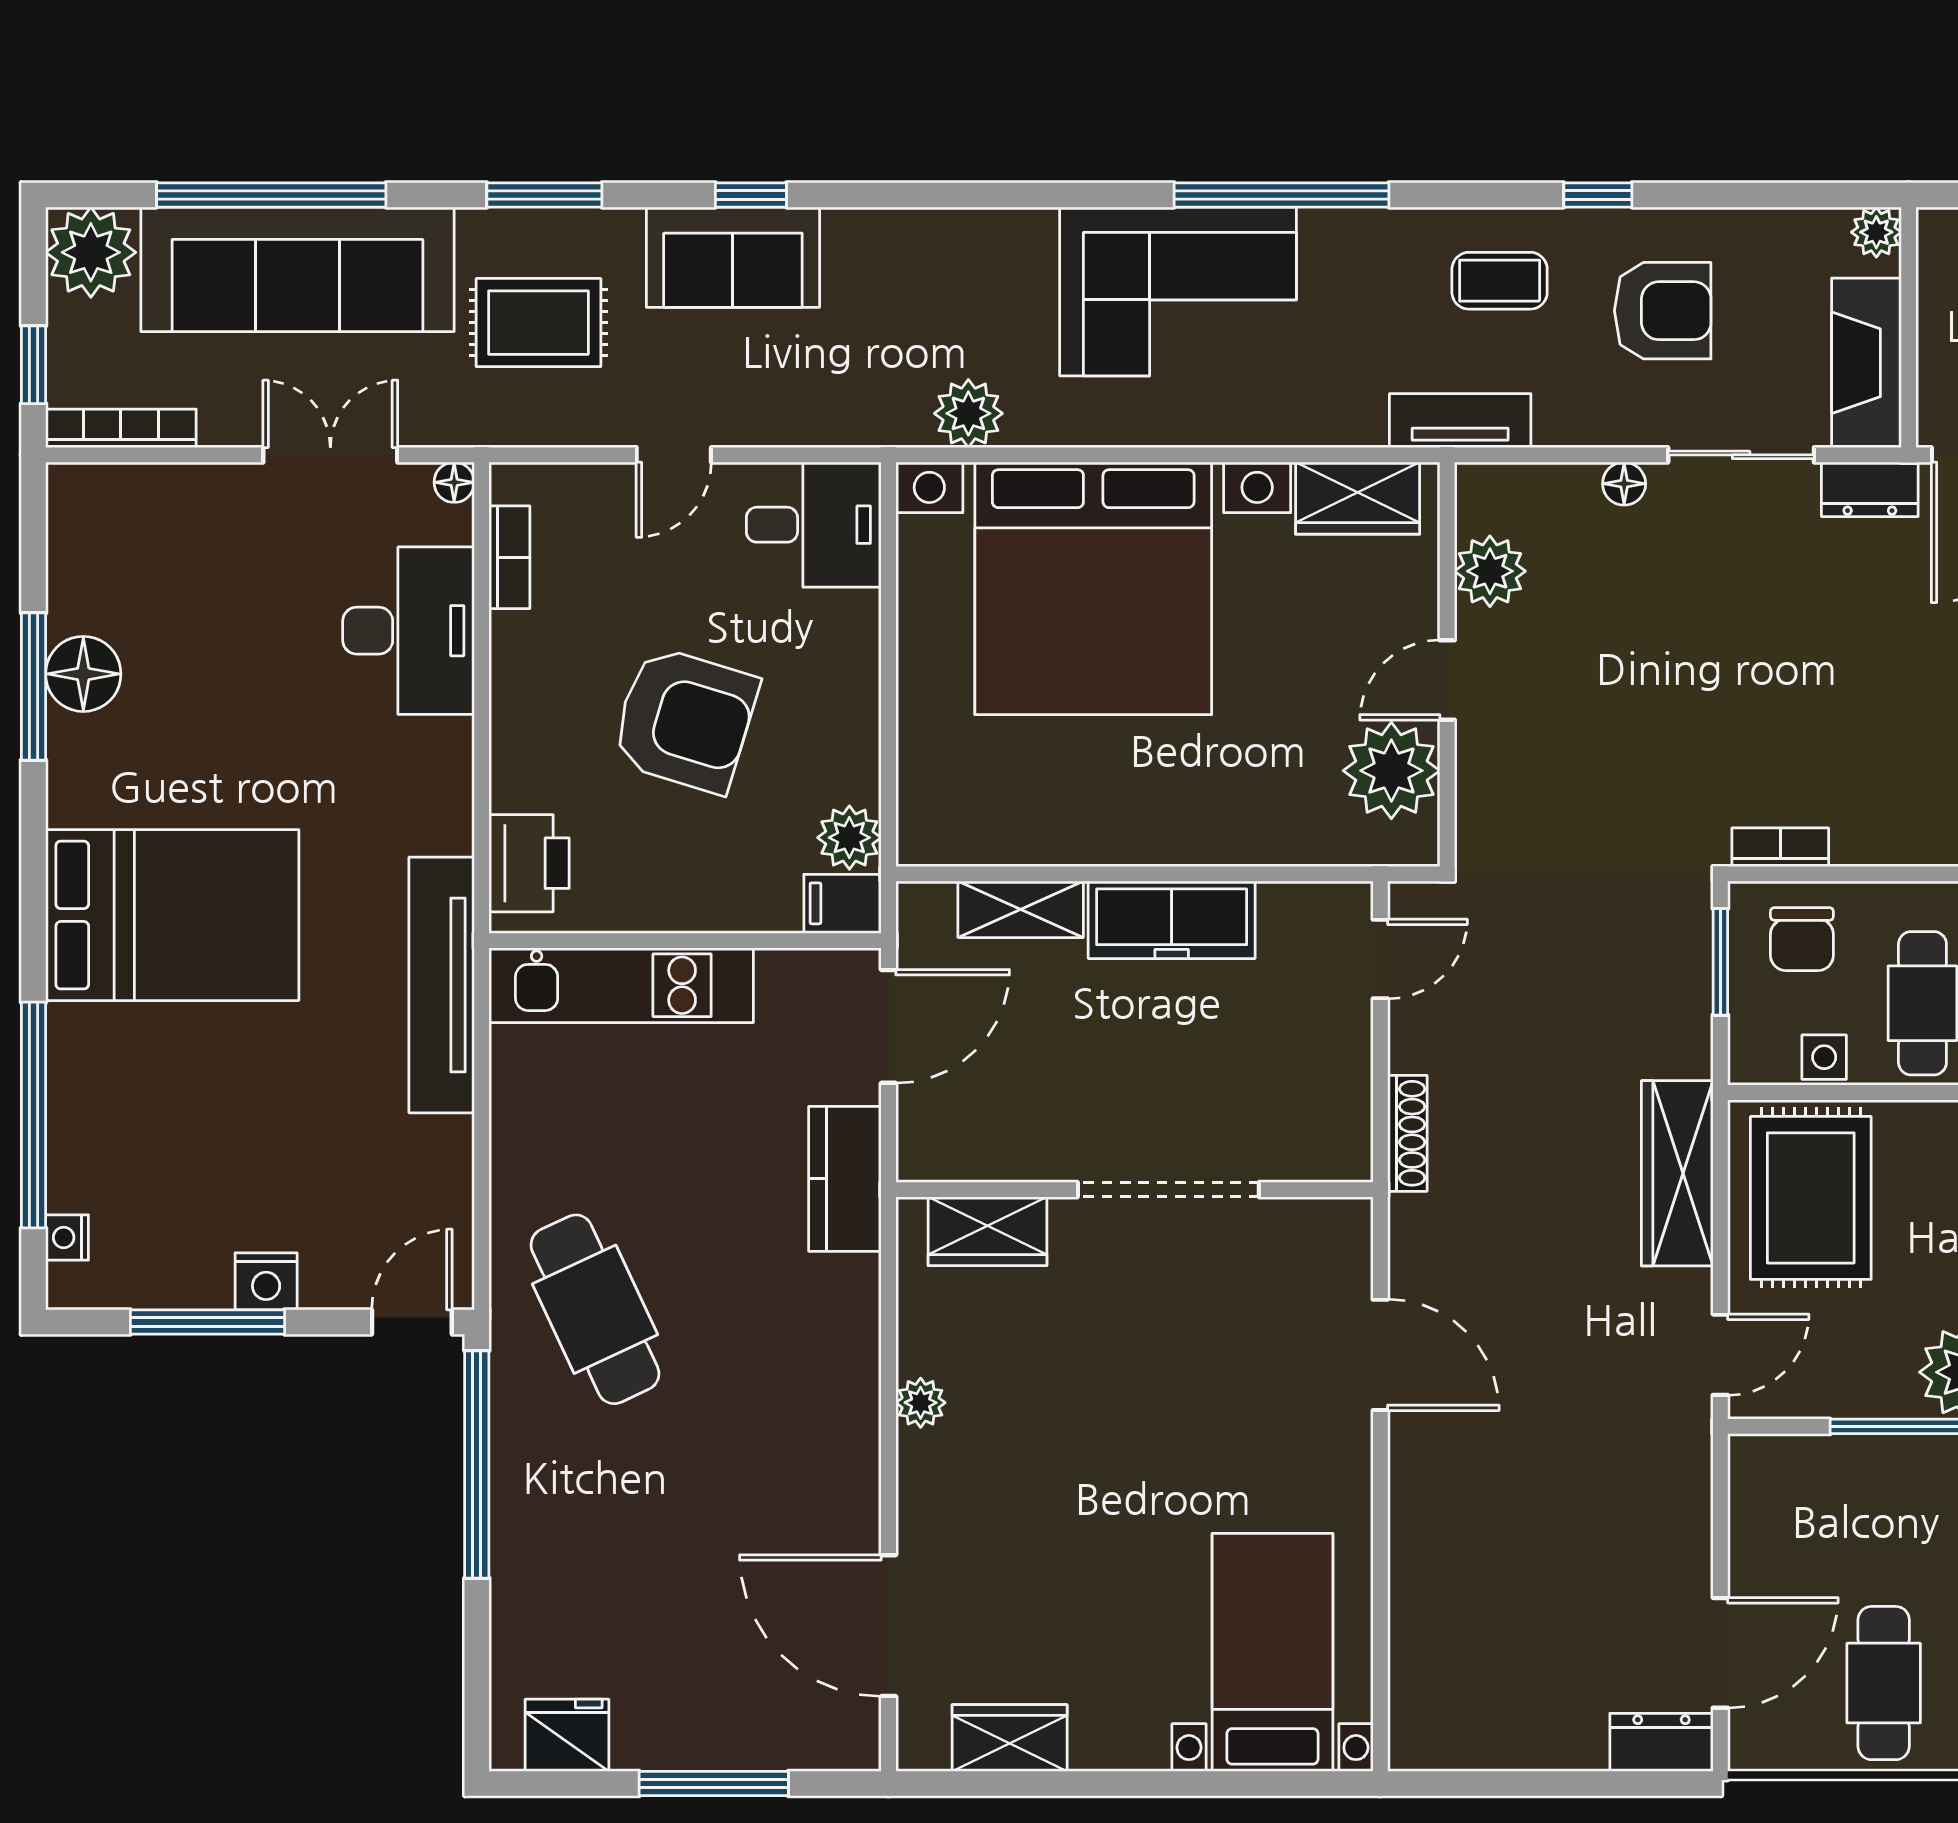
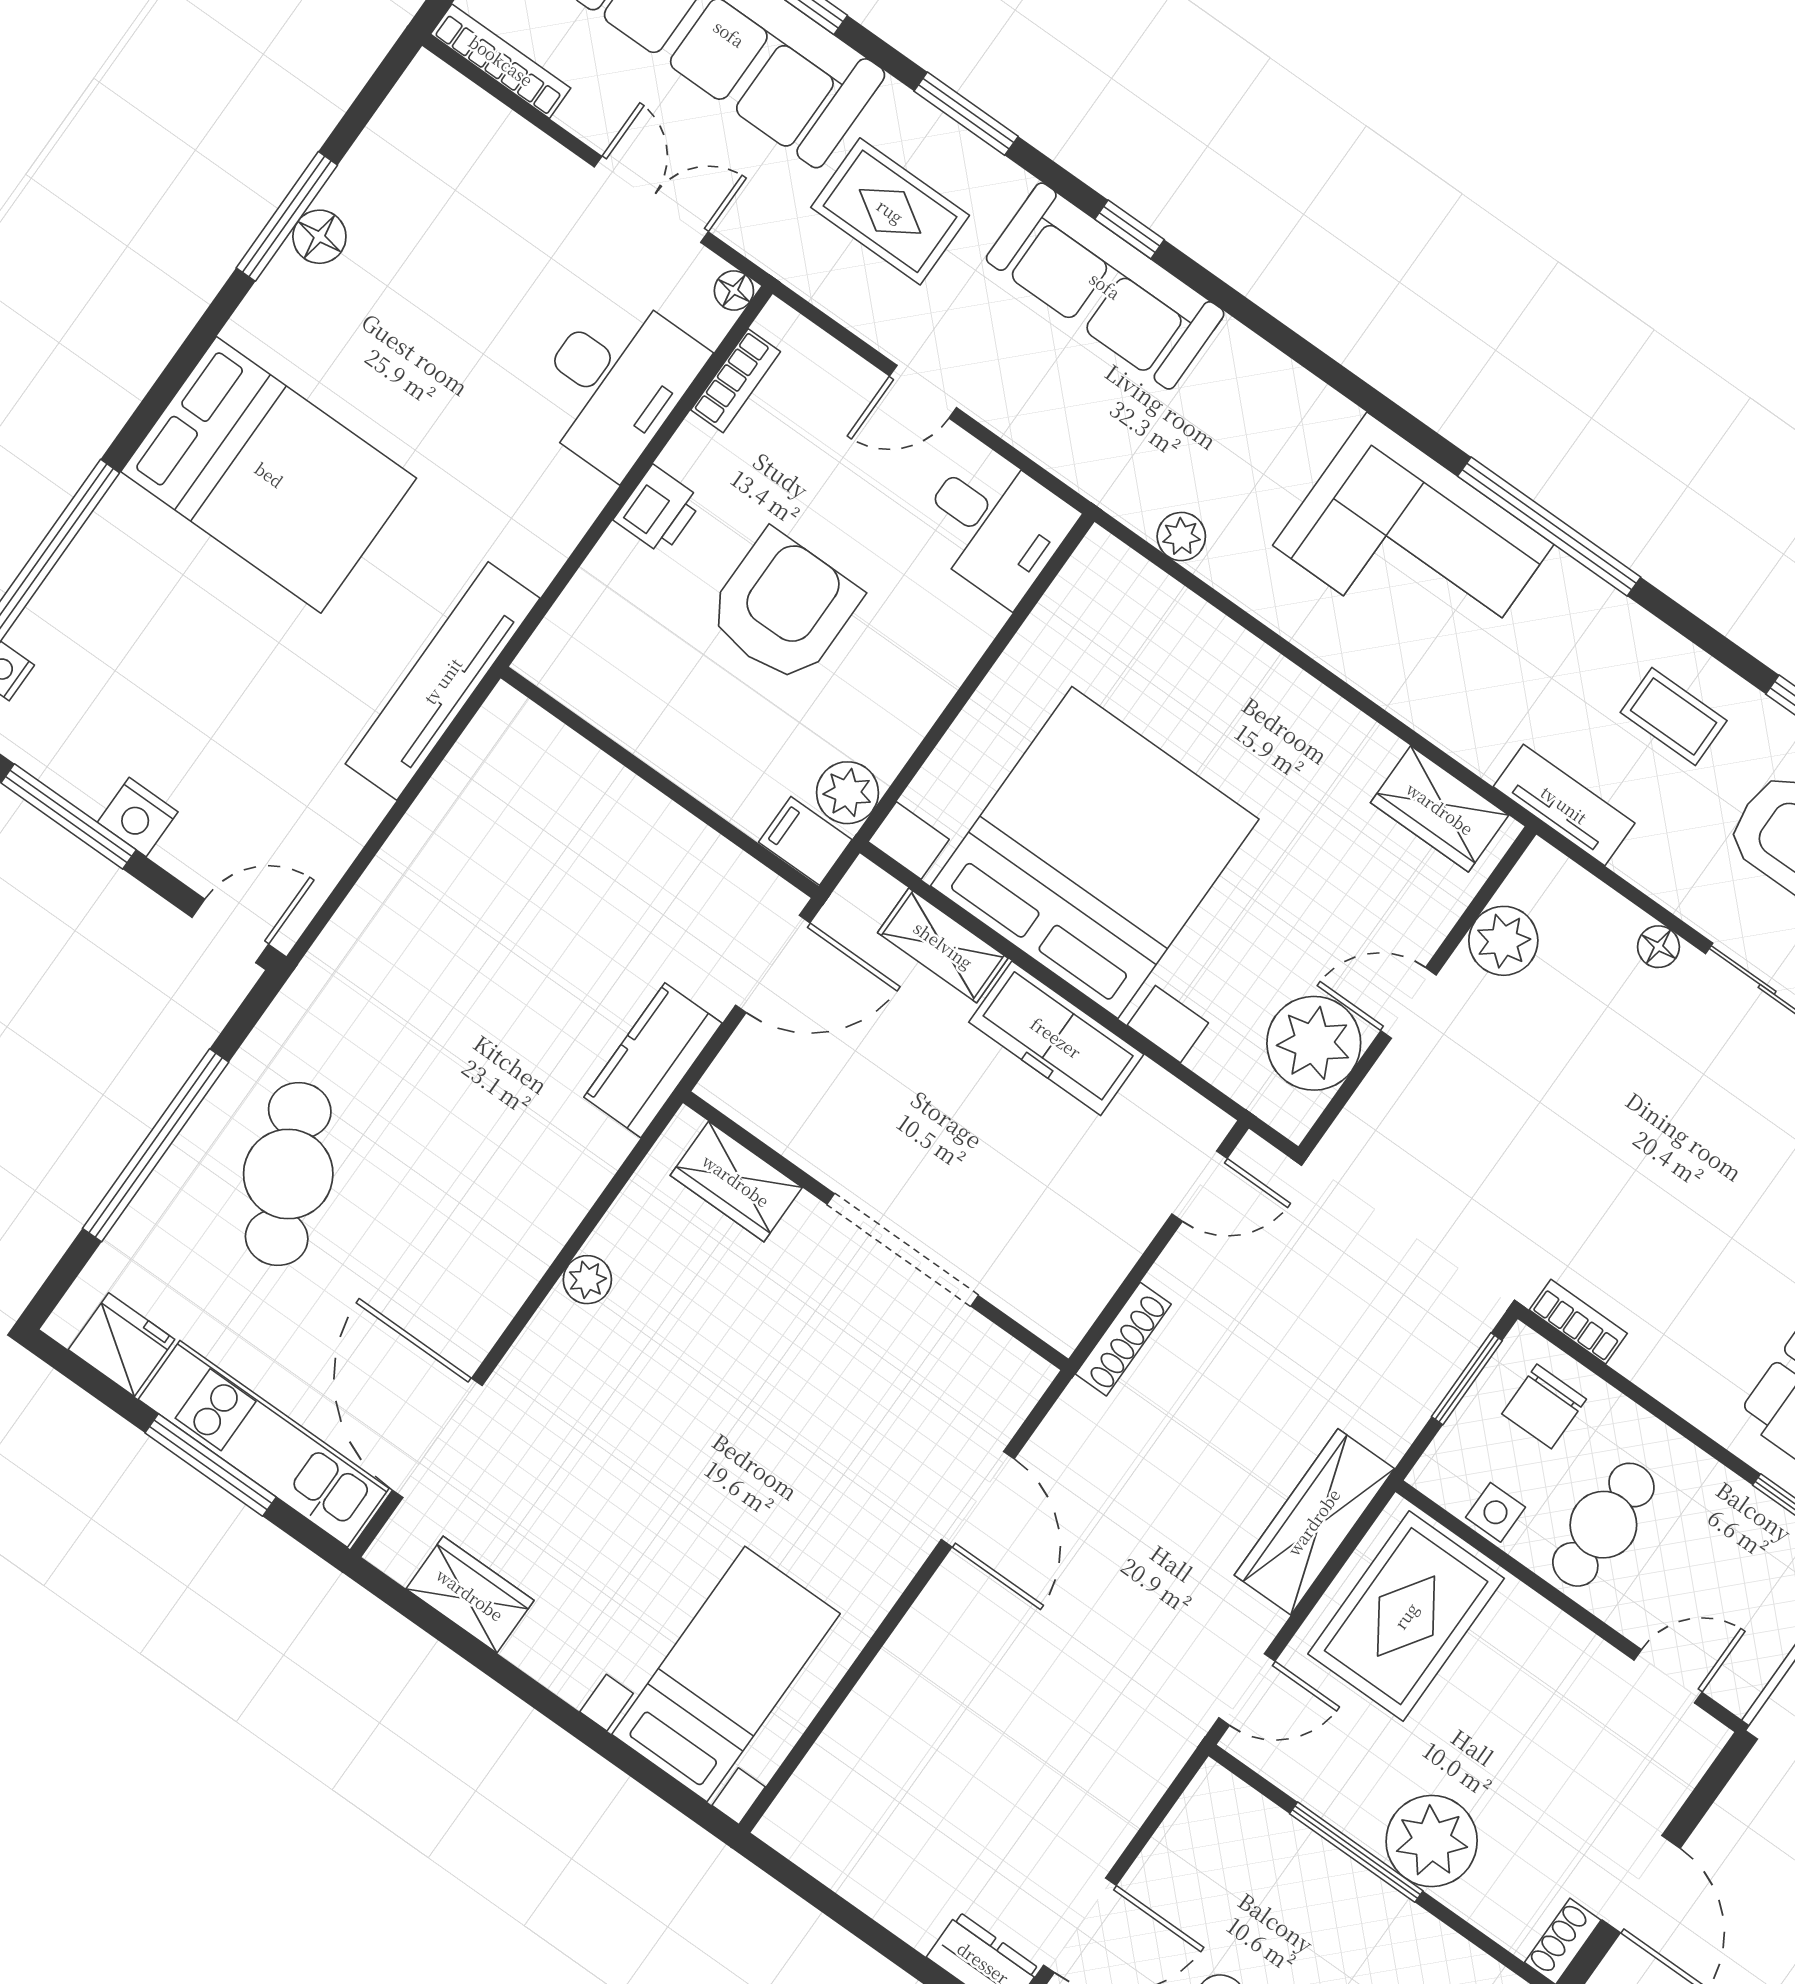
sofa: (733, 257) -> (1105, 286), width x1.36
plant: (968, 413) -> (1181, 537), width x0.73, depth x0.73
bed with nightstands: (1093, 588) -> (1095, 852), moved, turned 180
floor lamp: (83, 674) -> (319, 237), width x0.73, depth x0.73
armchair: (685, 720) -> (783, 607), turned -107
printer: (529, 863) -> (658, 510), moved, width x0.73, depth x0.81
kitchen unit: (621, 985) -> (264, 1444), moved, turned 180
cafe table: (595, 1309) -> (288, 1174), moved
window: (477, 1464) -> (156, 1145), moved

